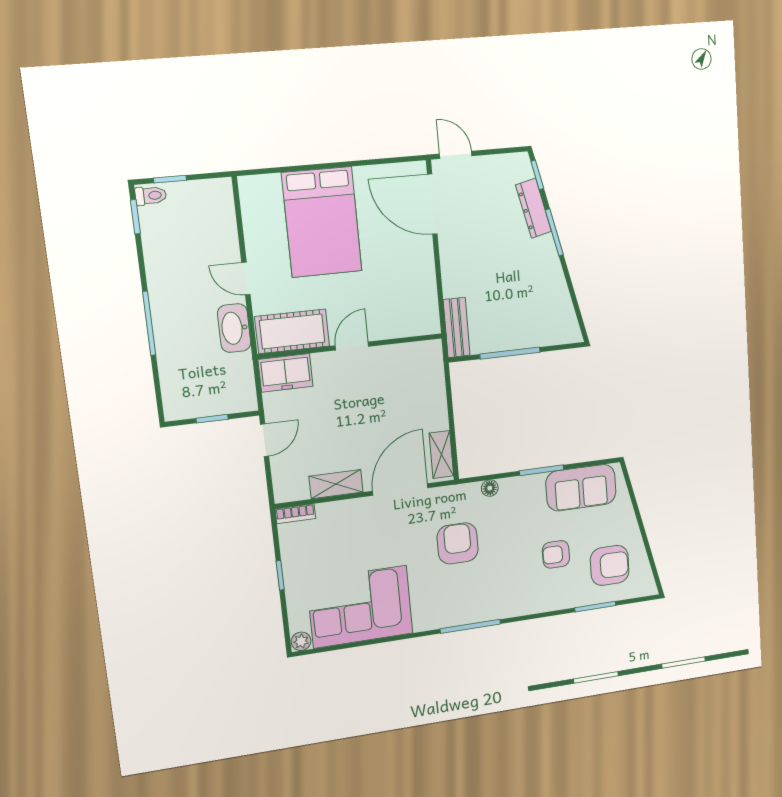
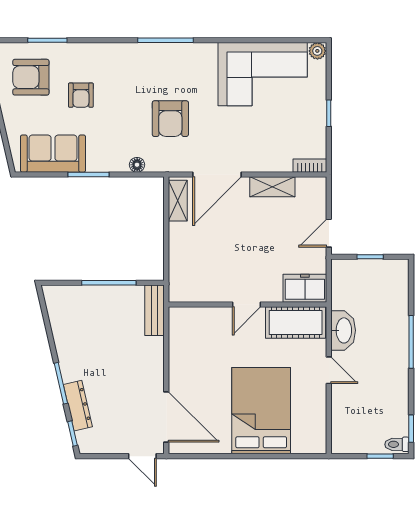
armchair: (556, 554) -> (81, 95), turned 90

